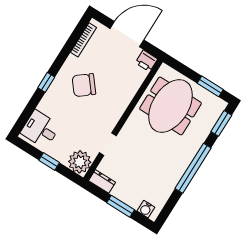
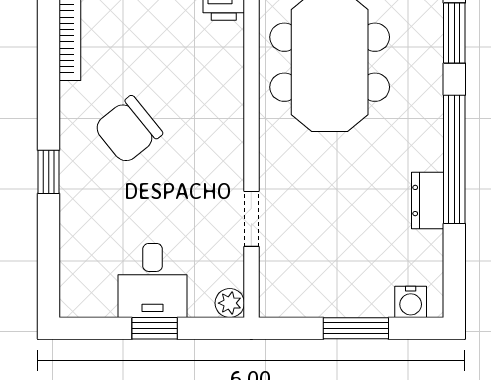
desk: (40, 129) -> (153, 280), moved, turned -90
plant: (80, 162) -> (230, 303), width x0.53, depth x0.53
dresser: (102, 181) -> (428, 201), moved, turned -90

